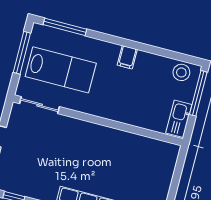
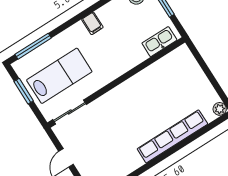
window: (22, 53) -> (24, 91), width x0.69
kitchen sink: (179, 119) -> (159, 42), moved, turned 90

